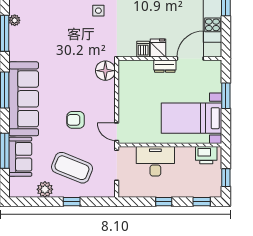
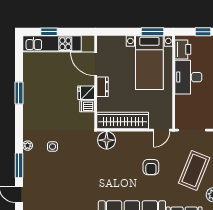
wardrobe: (127, 88) -> (123, 120), added
window: (226, 96) -> (153, 32), moved
desk: (155, 161) -> (188, 77), moved

